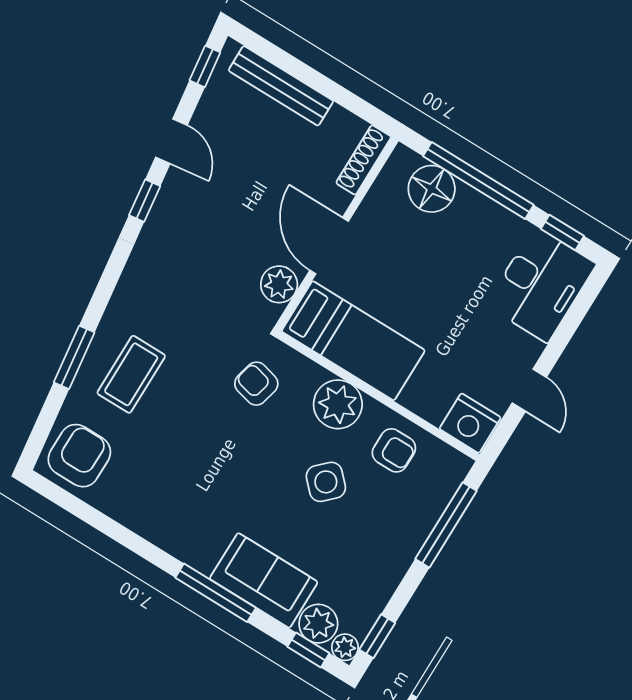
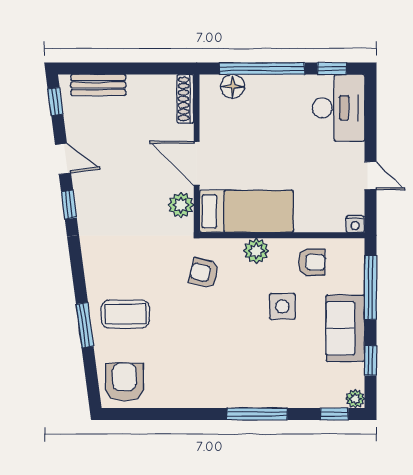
bench: (281, 86) -> (98, 85), width x0.73
floor lamp: (432, 189) -> (233, 86), width x0.73, depth x0.73
coffee table: (131, 374) -> (125, 314), turned 90
plant: (338, 404) -> (256, 251), width x0.73, depth x0.73
nightstand: (470, 423) -> (355, 224), width x0.53, depth x0.56
side table: (326, 482) -> (282, 306), turned 45
sofa: (264, 580) -> (345, 328), moved, turned -90
plant: (318, 624) -> (330, 394), removed
window: (377, 636) -> (371, 361), moved

